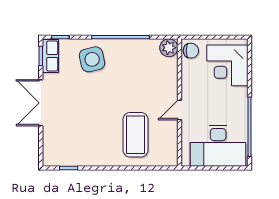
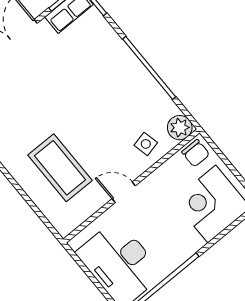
side table: (92, 59) -> (146, 144), moved, width x0.54, depth x0.54
coffee table: (136, 135) -> (60, 168), turned 90

